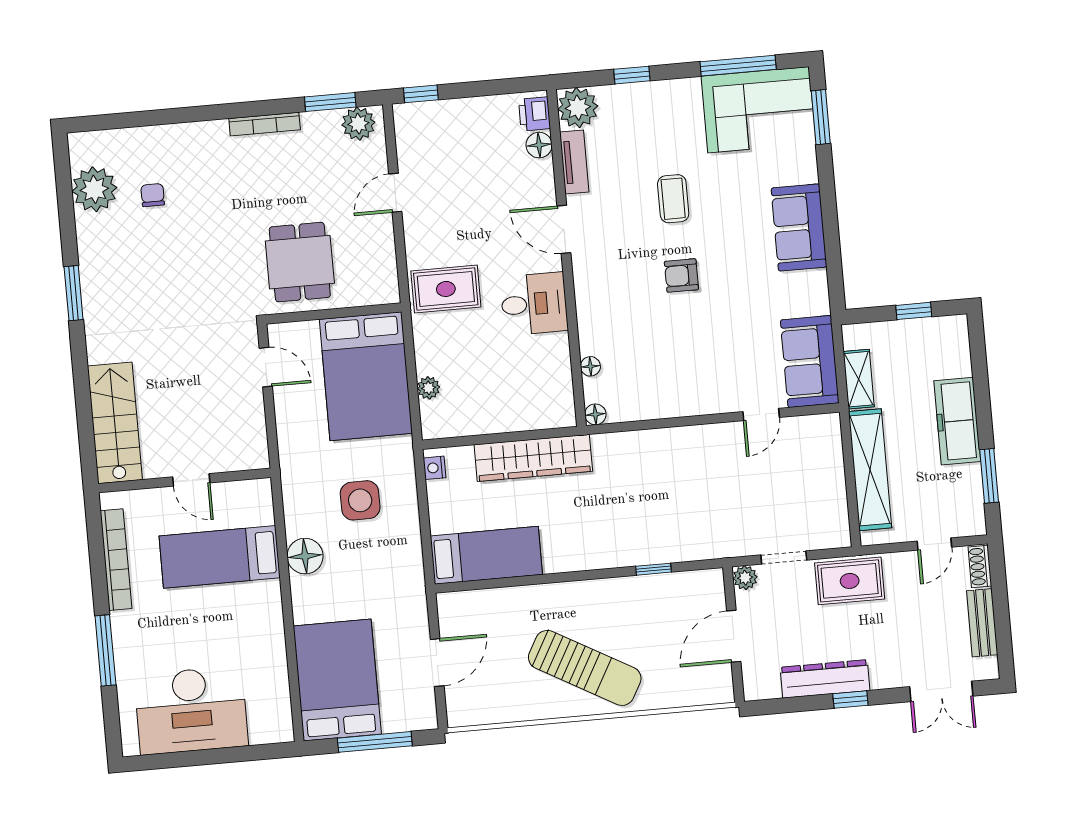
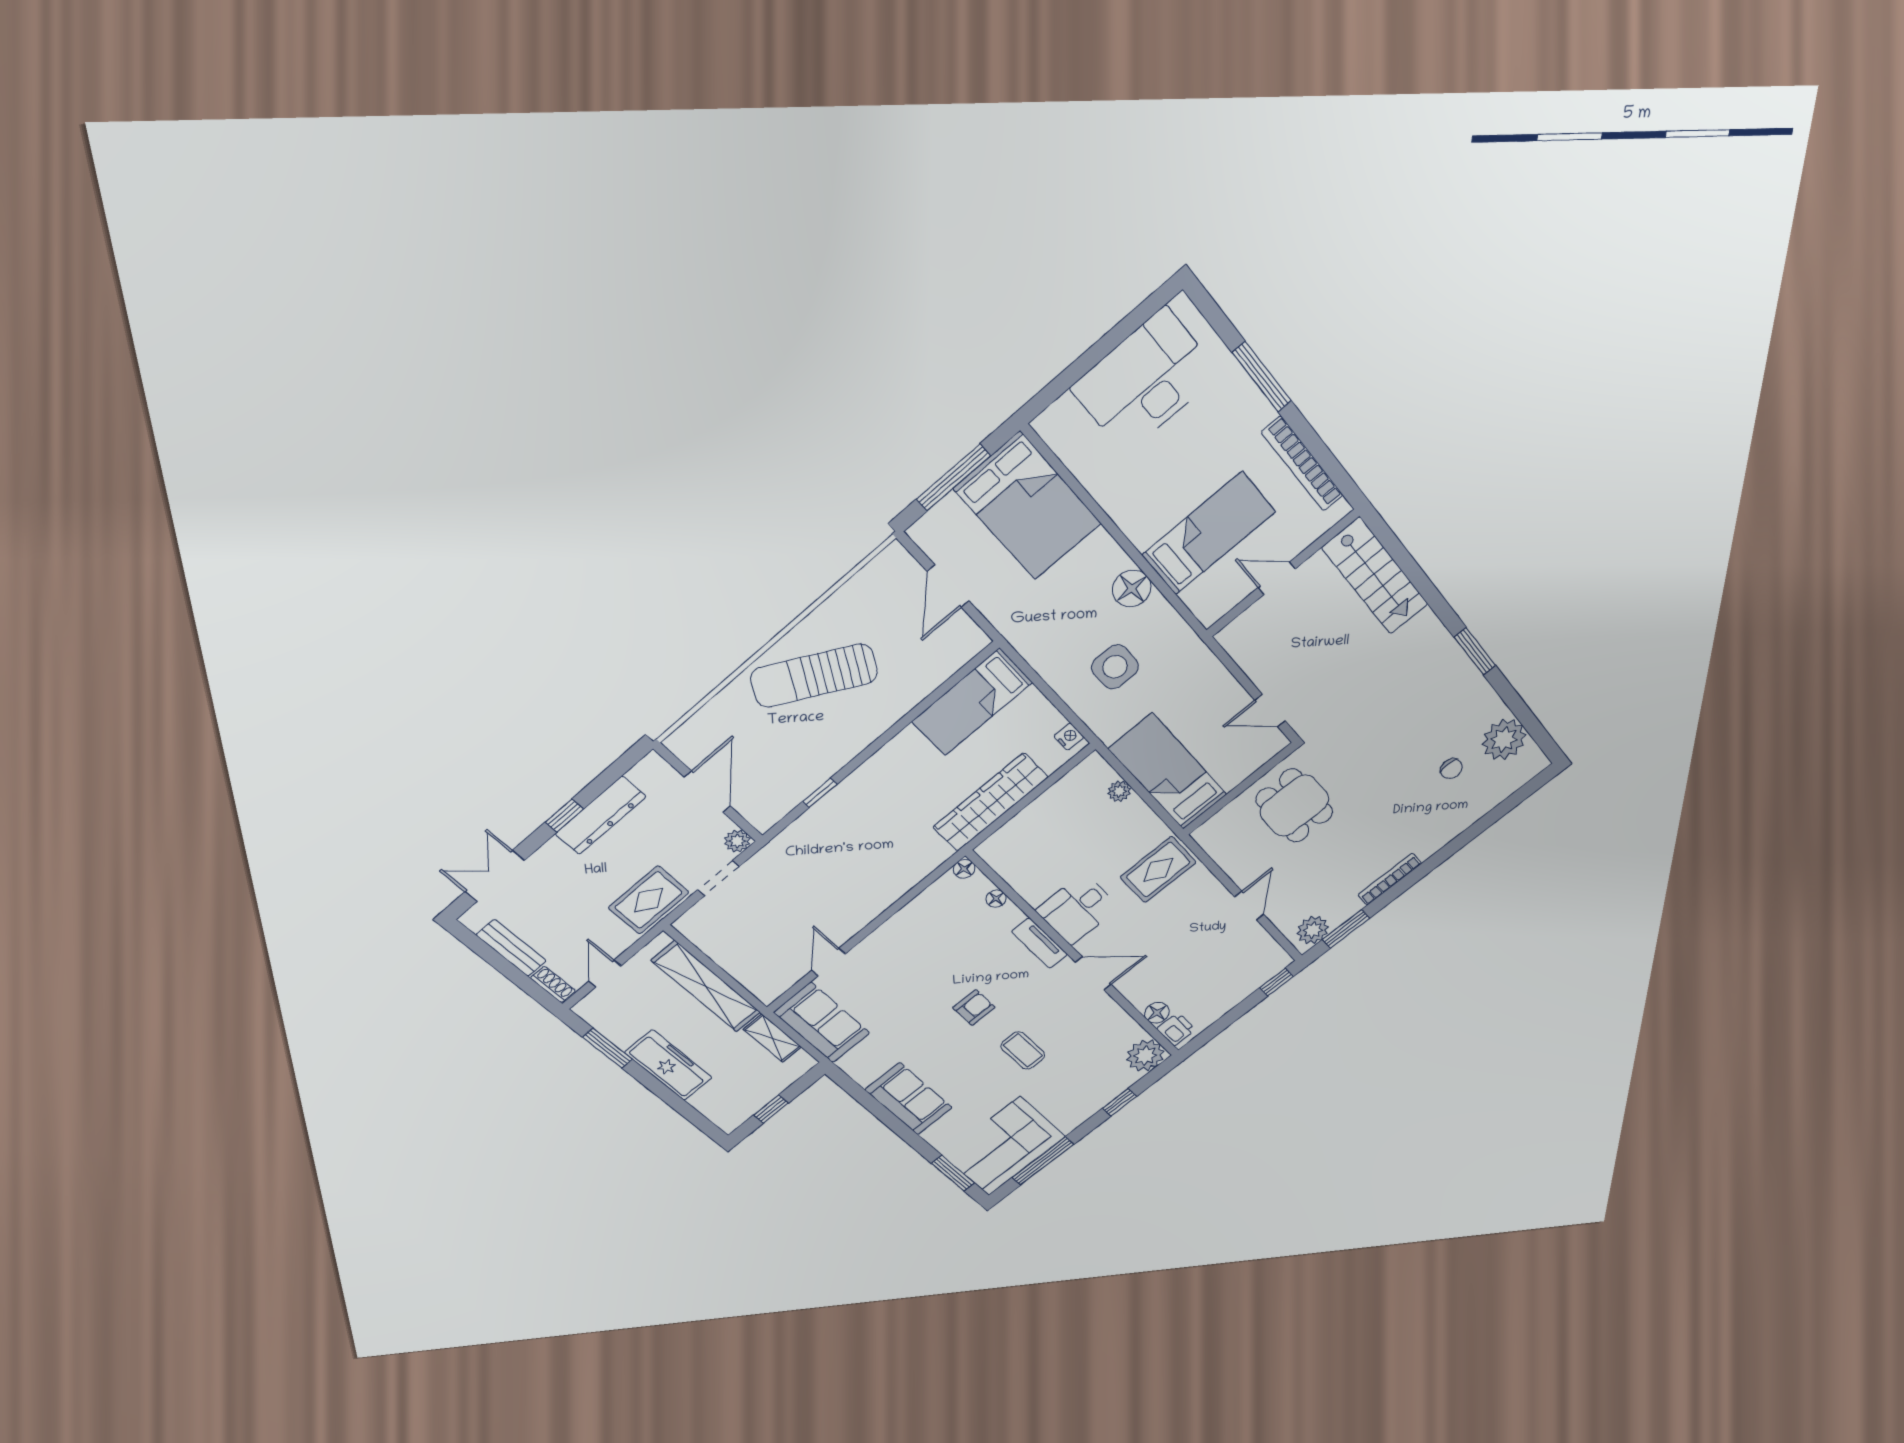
tv unit: (574, 162) -> (1040, 943), moved
bed: (366, 376) -> (1168, 772), width x0.67

